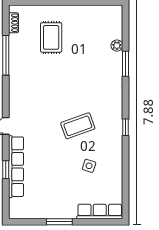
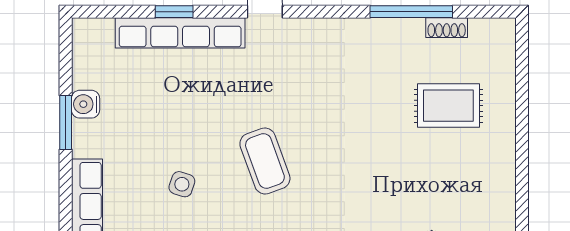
shoe rack: (14, 23) -> (447, 28), moved
water cooler: (50, 212) -> (86, 104), added

